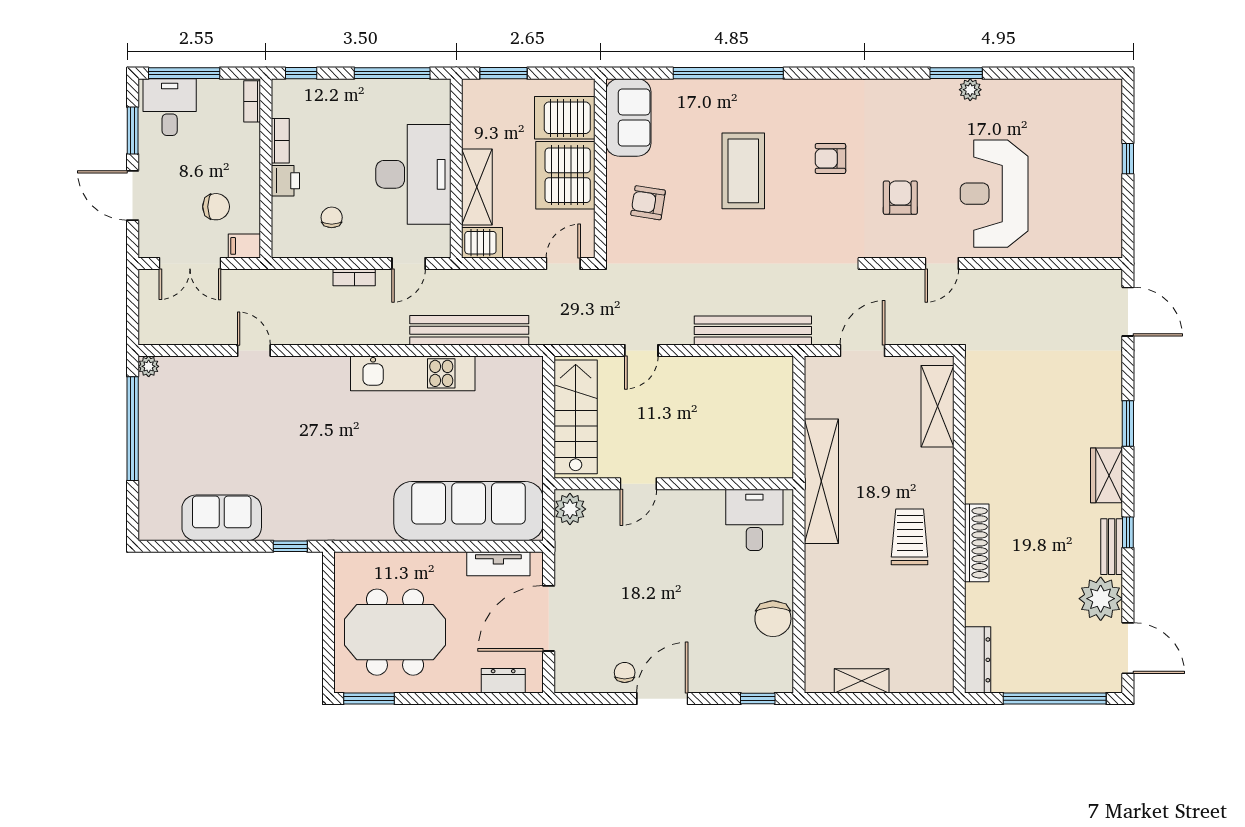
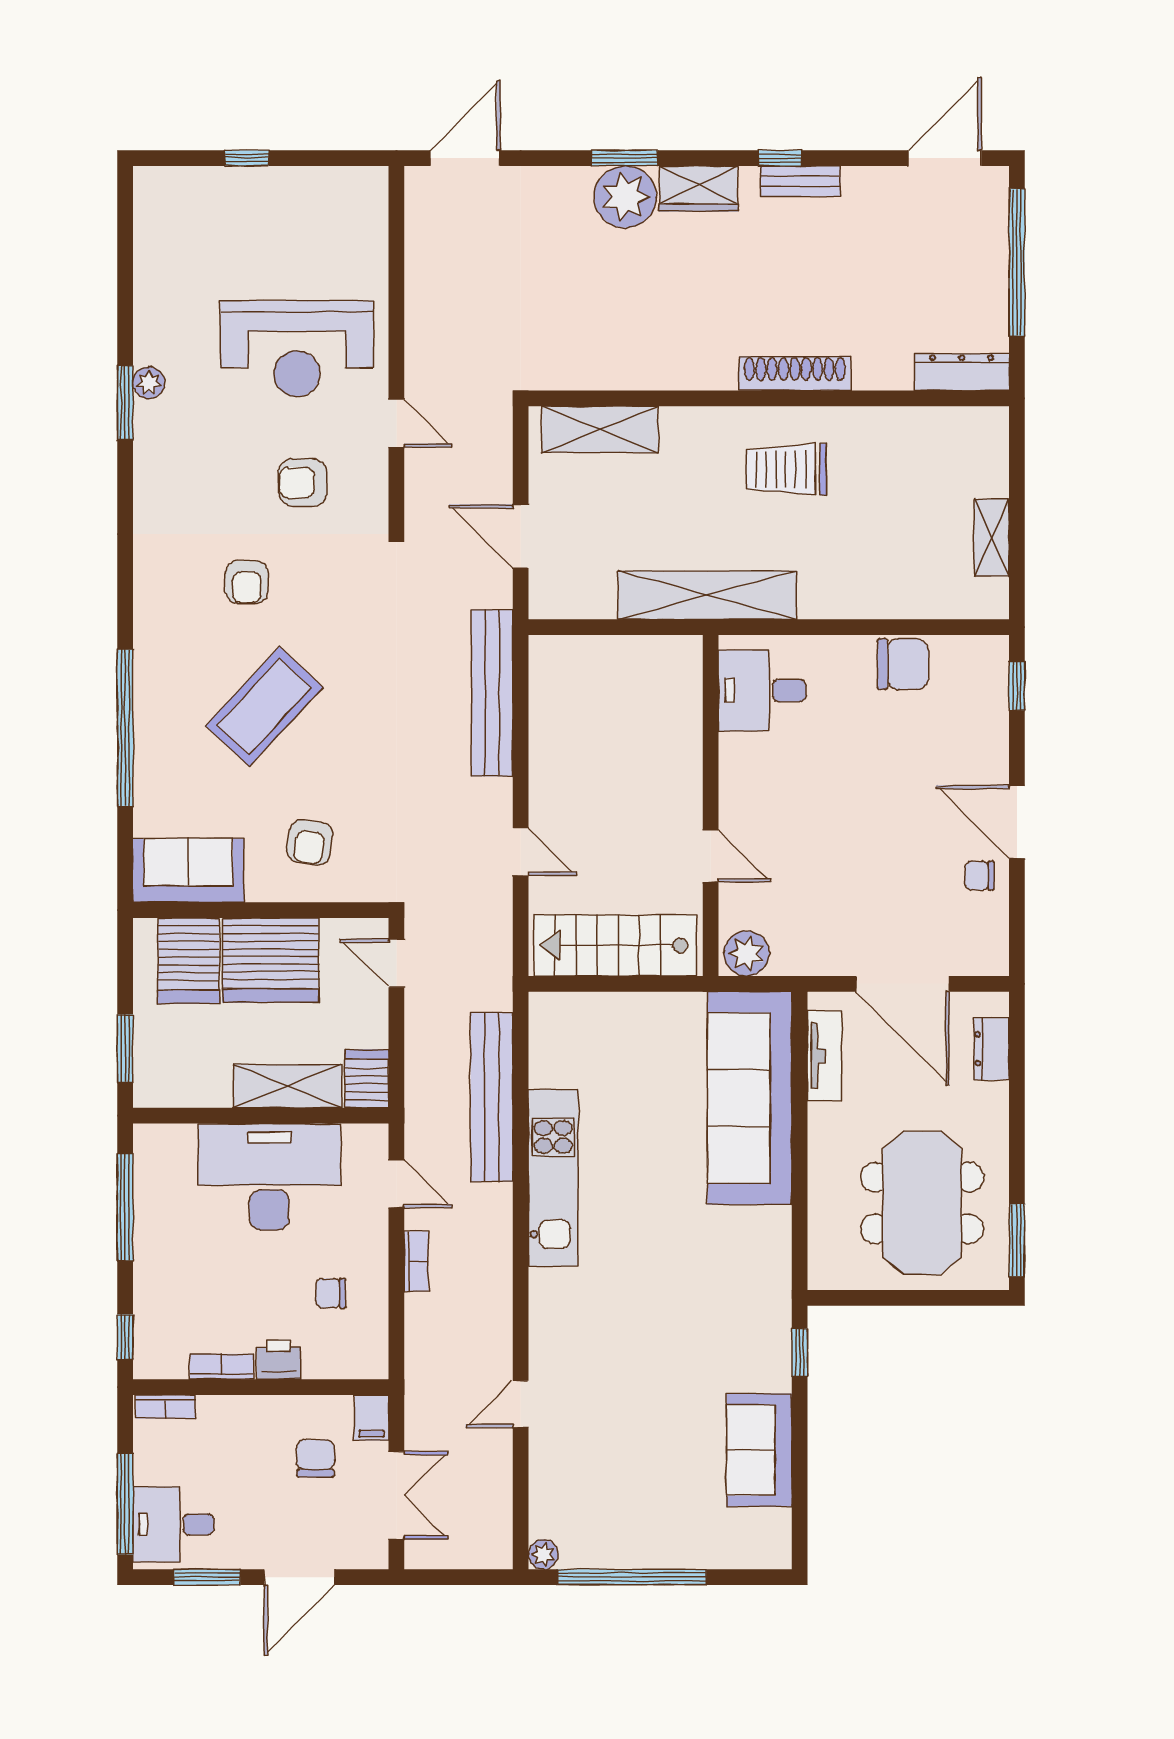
coffee table: (743, 171) -> (264, 706), turned -47
plant: (1101, 599) -> (625, 197), moved

